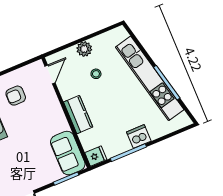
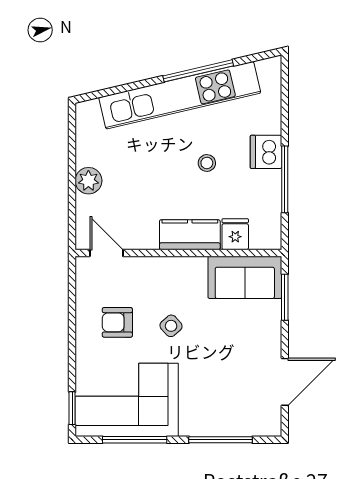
stool: (96, 74) -> (207, 163), moved
armchair: (16, 96) -> (117, 322), turned 90
side table: (26, 125) -> (171, 326), added
fridge: (96, 156) -> (235, 234), moved

